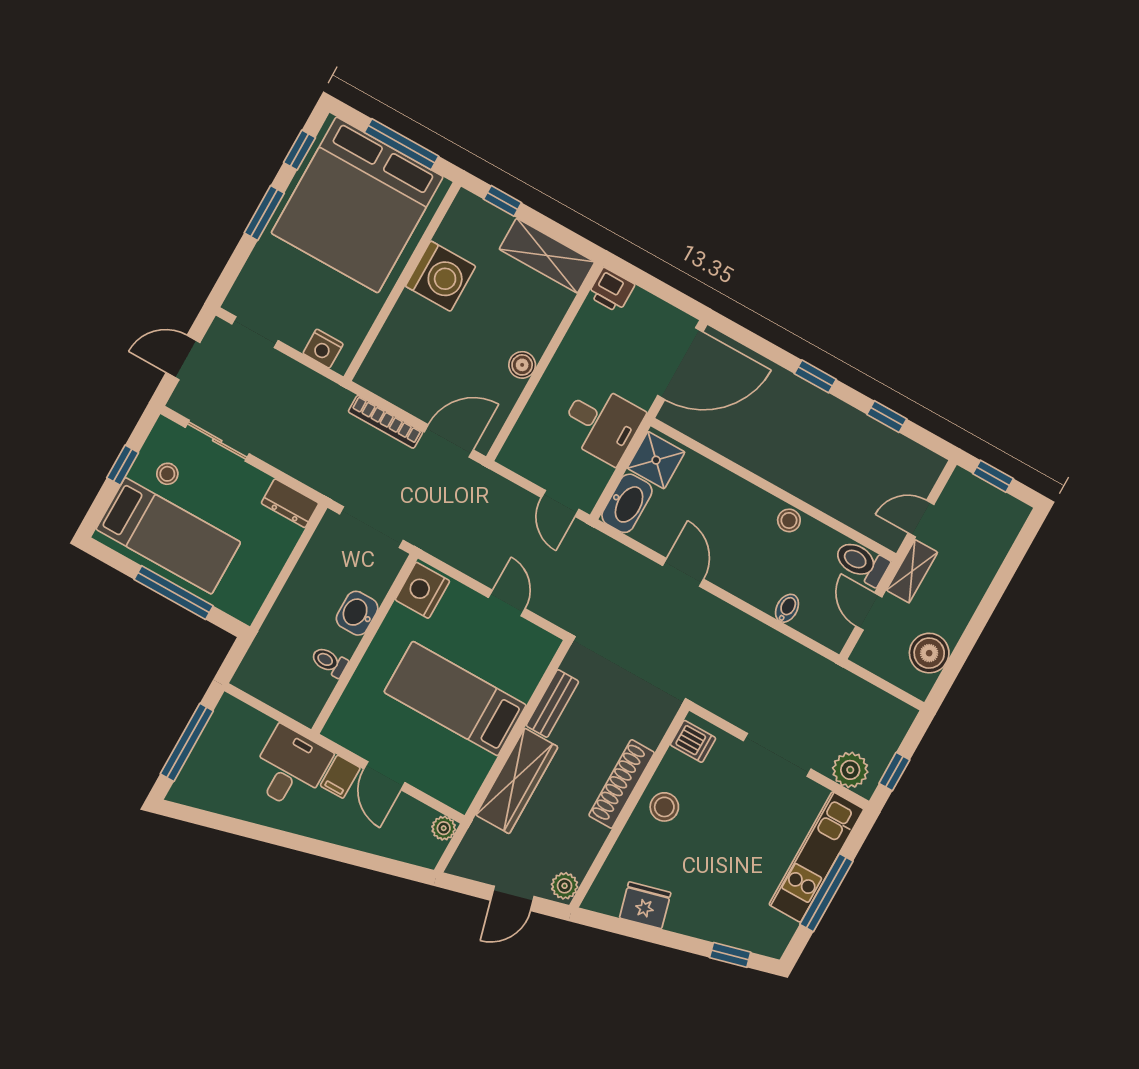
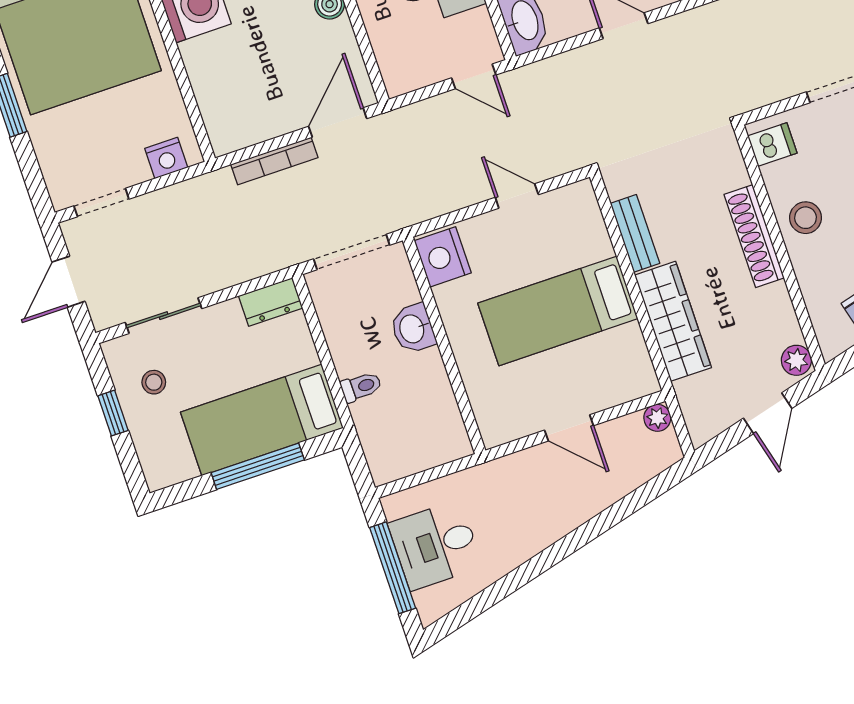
bed: (168, 536) -> (262, 420), moved, turned 180
toilet: (329, 662) -> (361, 387), moved, turned 180
desk: (290, 768) -> (435, 545), moved, turned -90
filing cabinet: (340, 777) -> (537, 466), removed

